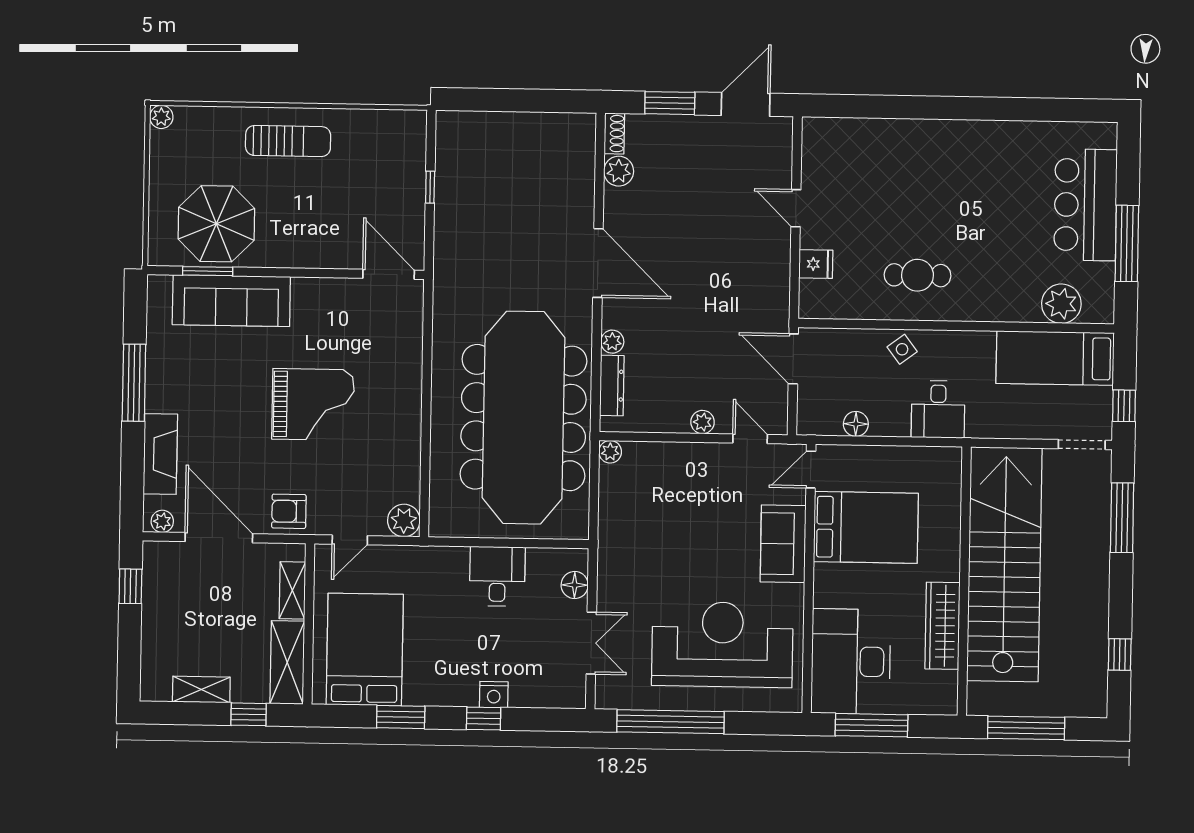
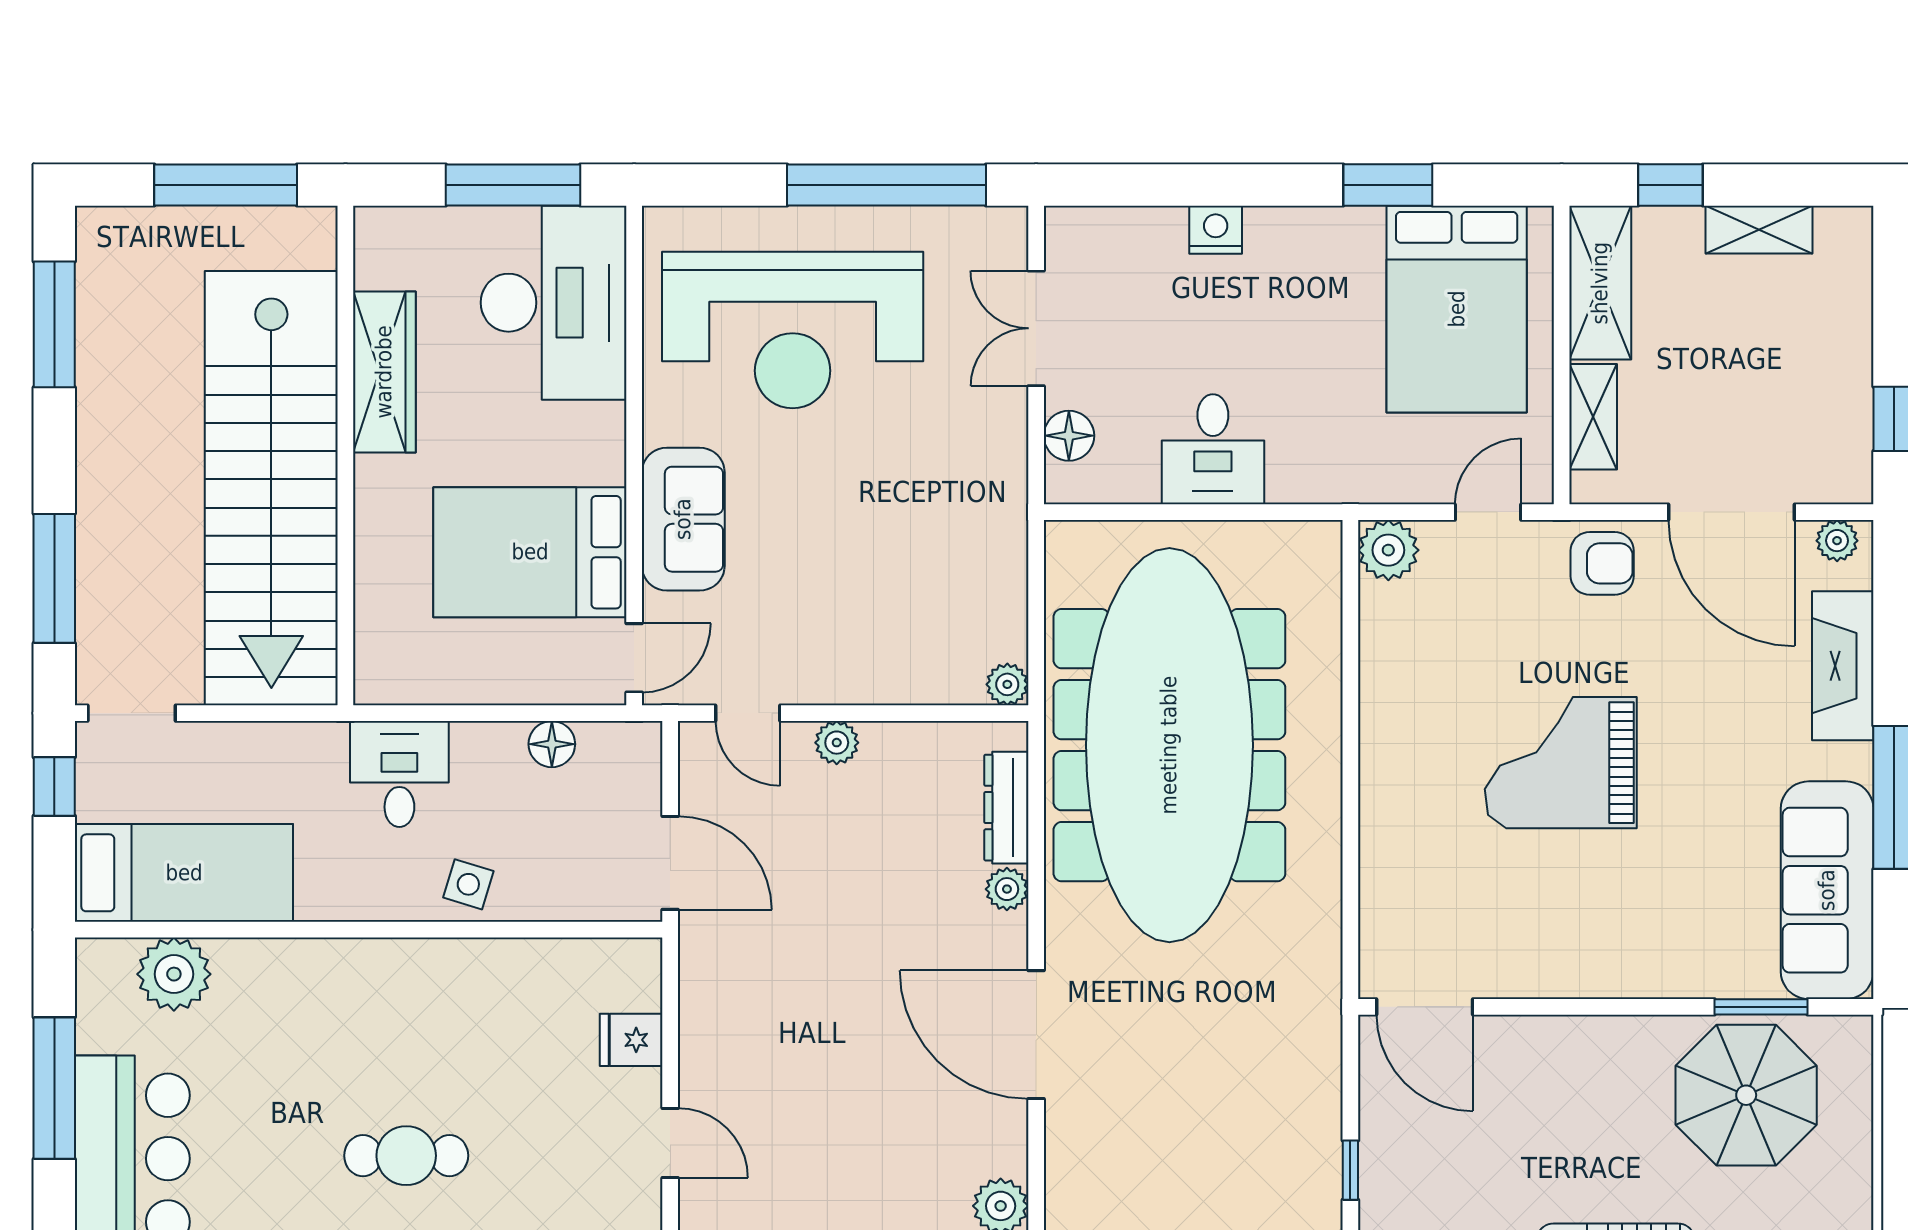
cafe table: (918, 275) -> (406, 1156), moved
sofa: (231, 301) -> (1827, 890), moved, turned -90
side table: (902, 349) -> (468, 884), turned -36
window: (1120, 655) -> (54, 324), width x2.17
window: (484, 718) -> (1234, 185), removed

